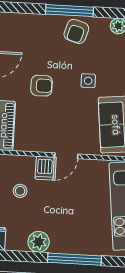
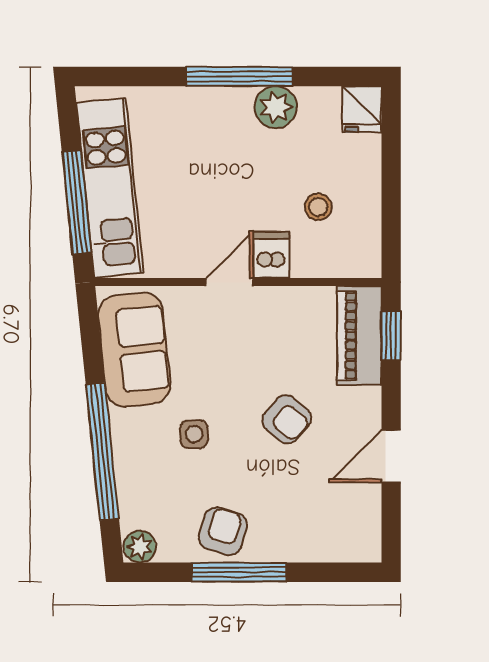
armchair: (42, 86) -> (287, 419), turned -140
window: (74, 259) -> (239, 76), moved

